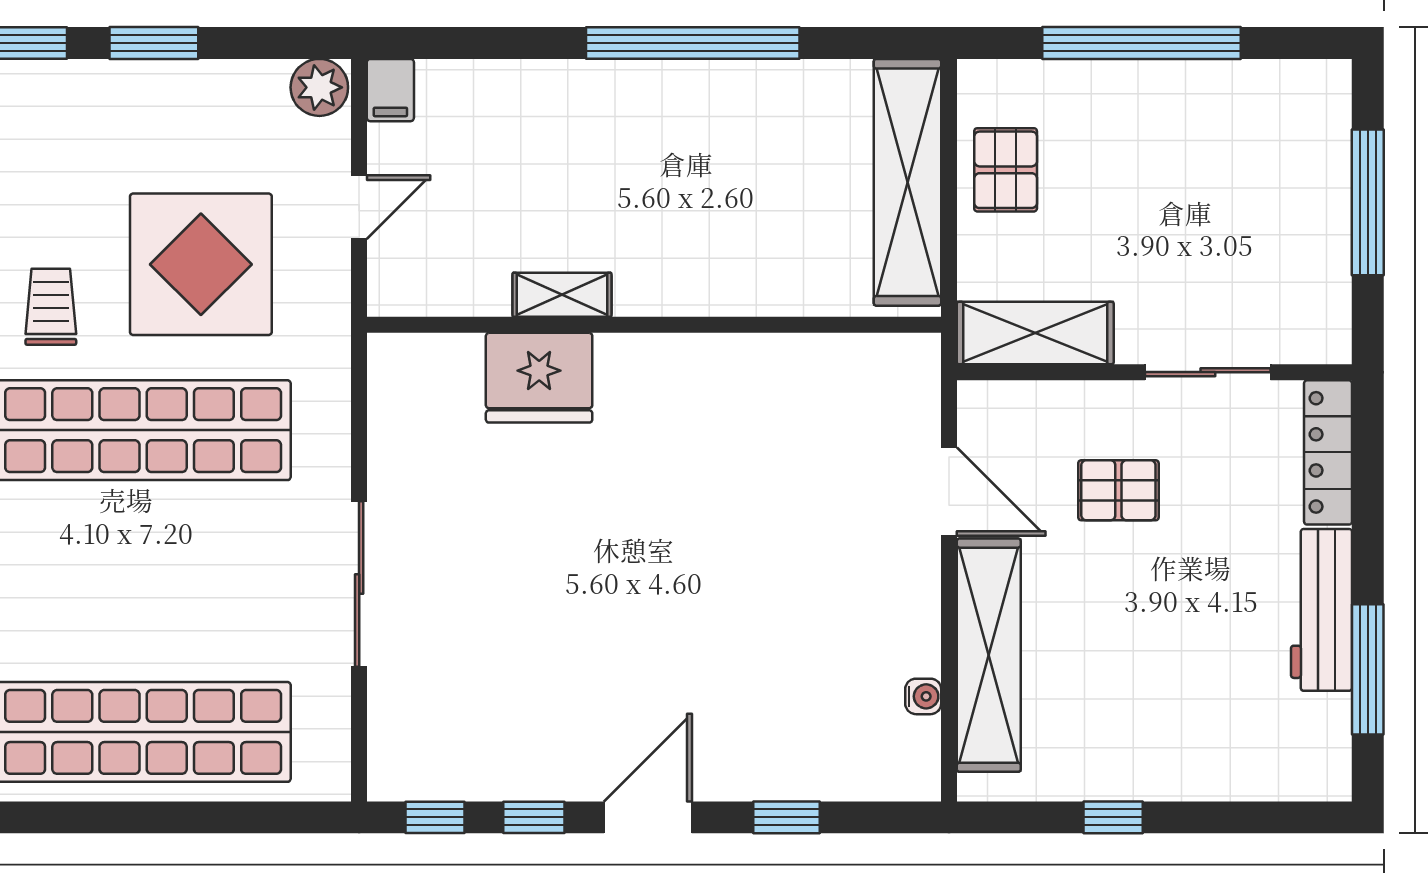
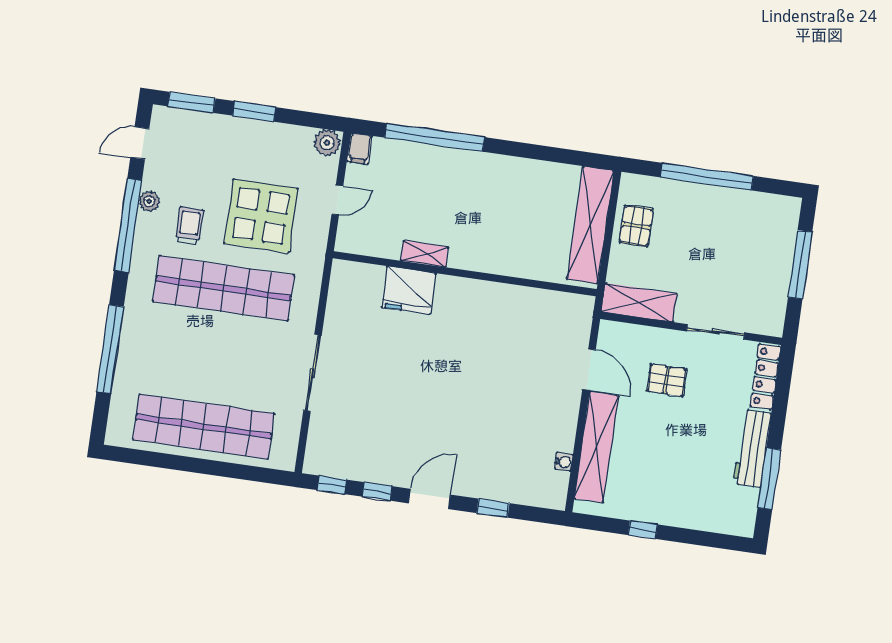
window: (693, 43) -> (435, 137), moved

